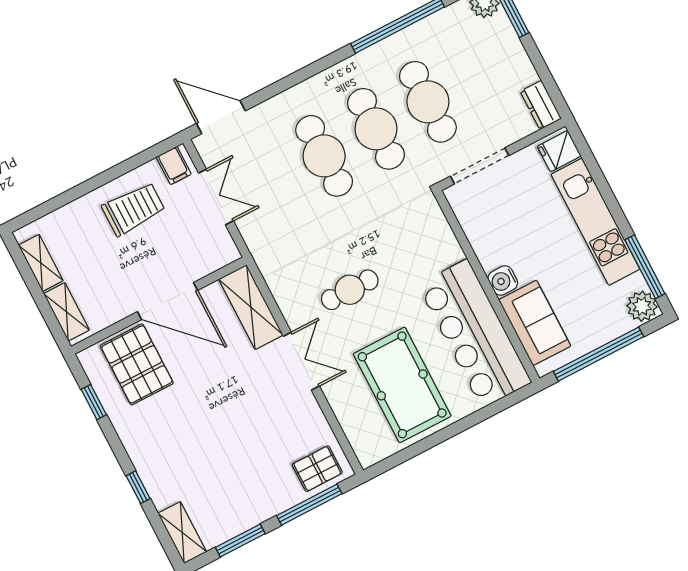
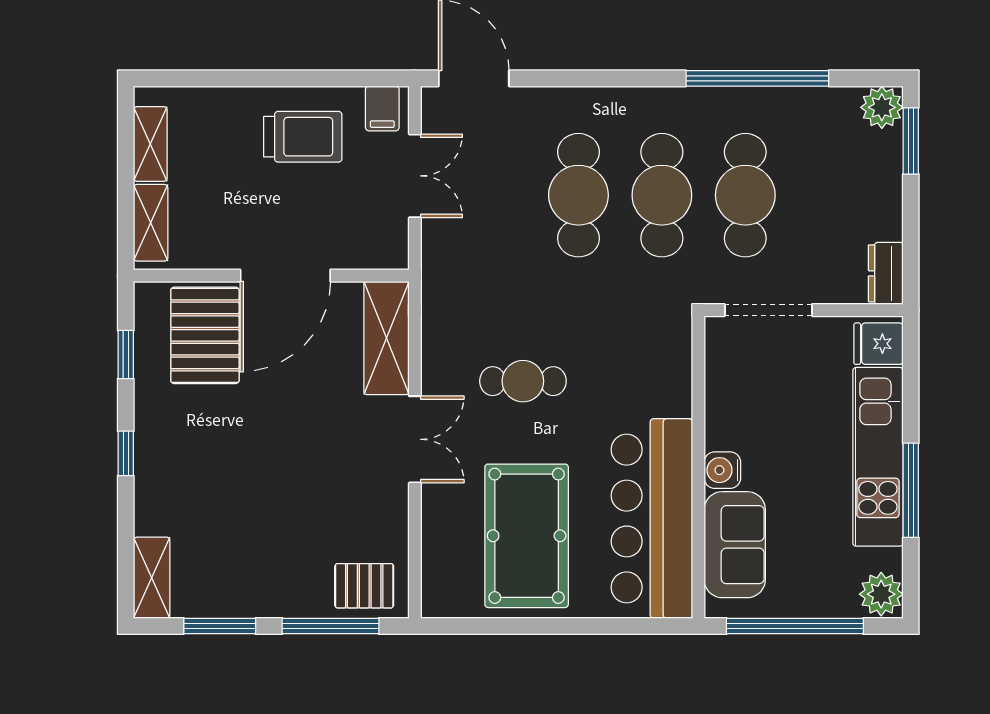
window: (645, 267) -> (911, 490), moved
door: (168, 301) -> (285, 276), hinge flipped
window: (138, 487) -> (126, 453), moved

